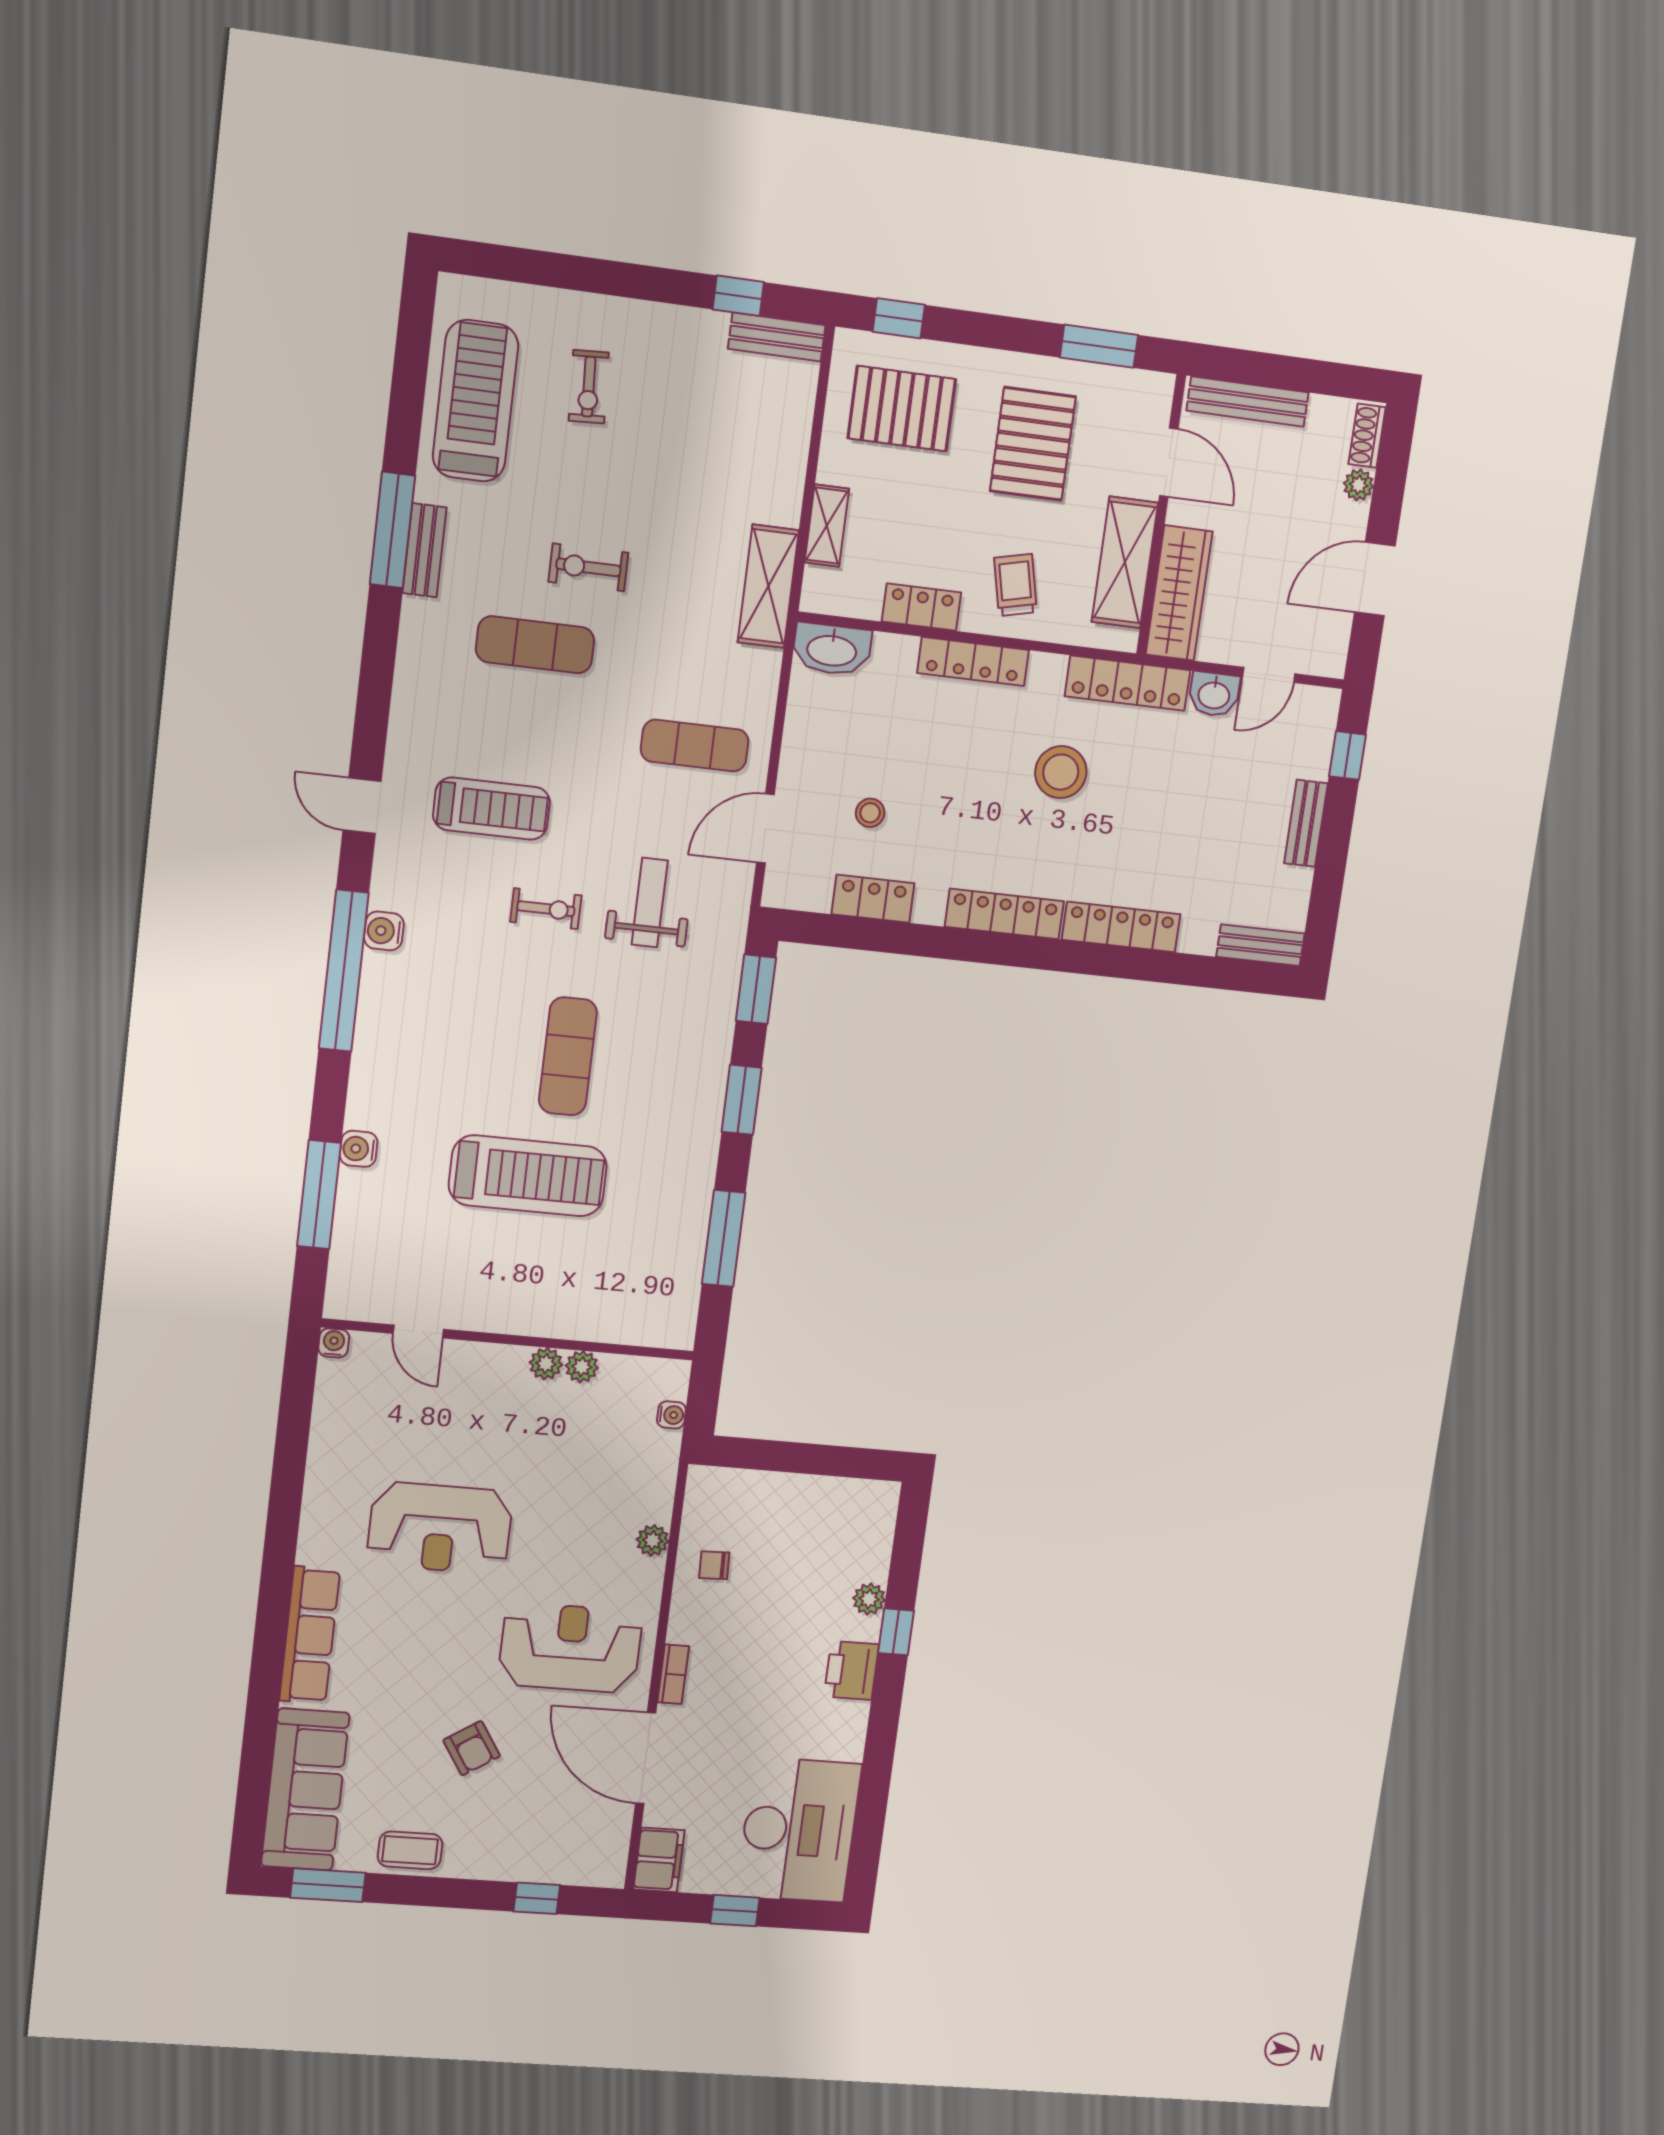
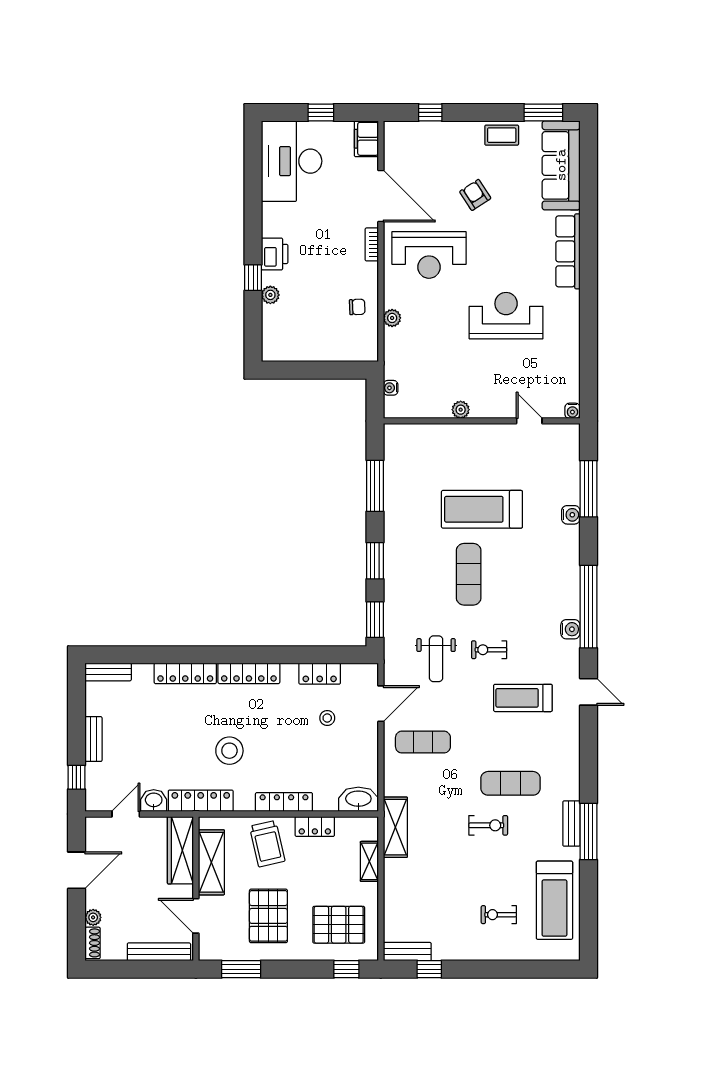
exercise bike: (589, 387) -> (499, 915), turned -87
trolley: (1016, 585) -> (267, 844), width x1.36, depth x1.39
plant: (582, 1367) -> (441, 410), removed

